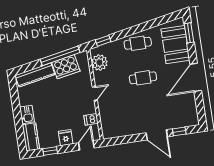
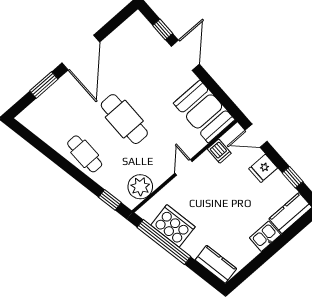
window: (189, 33) -> (44, 85), moved
booth: (175, 45) -> (204, 111), moved, turned 90
kitchen counter: (35, 75) -> (216, 264), width x0.67
door: (196, 77) -> (81, 53), hinge flipped
cafe table: (143, 78) -> (124, 119), width x1.37, depth x1.35
door: (95, 94) -> (183, 167), hinge flipped

